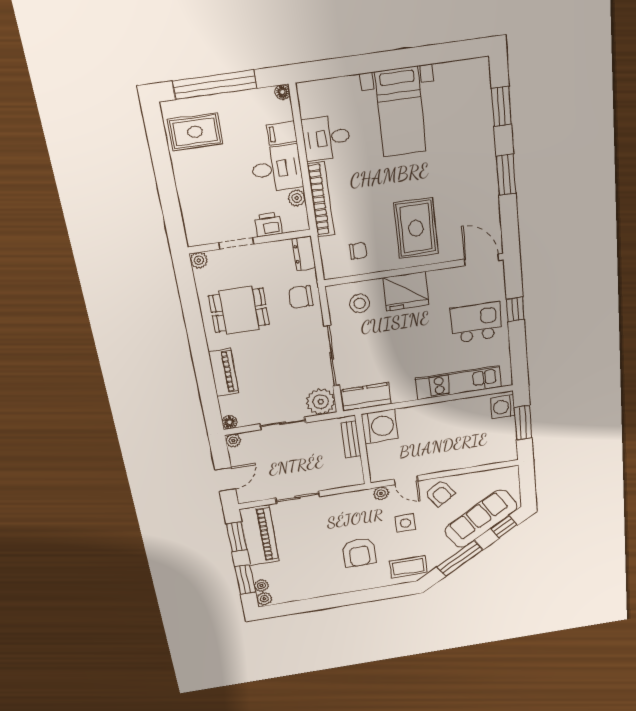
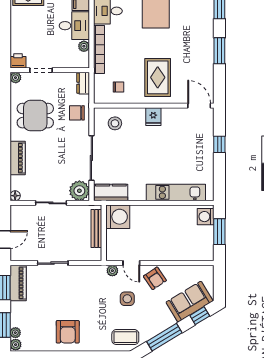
printer: (268, 225) -> (18, 61), moved
fridge: (406, 291) -> (153, 117), width x0.53, depth x0.75
kitchen island: (476, 323) -> (192, 150), removed
bench: (351, 439) -> (96, 228), width x1.36
plant: (233, 440) -> (15, 210), removed
sofa: (481, 519) -> (189, 302), width x0.73
piano: (259, 535) -> (18, 283), width x0.73, depth x0.75
armchair: (359, 552) -> (68, 332), moved

